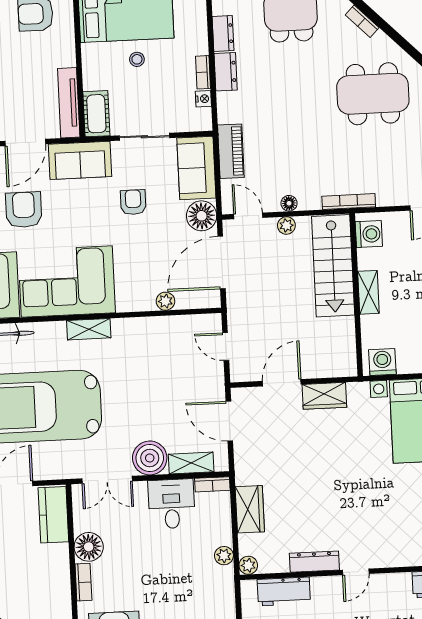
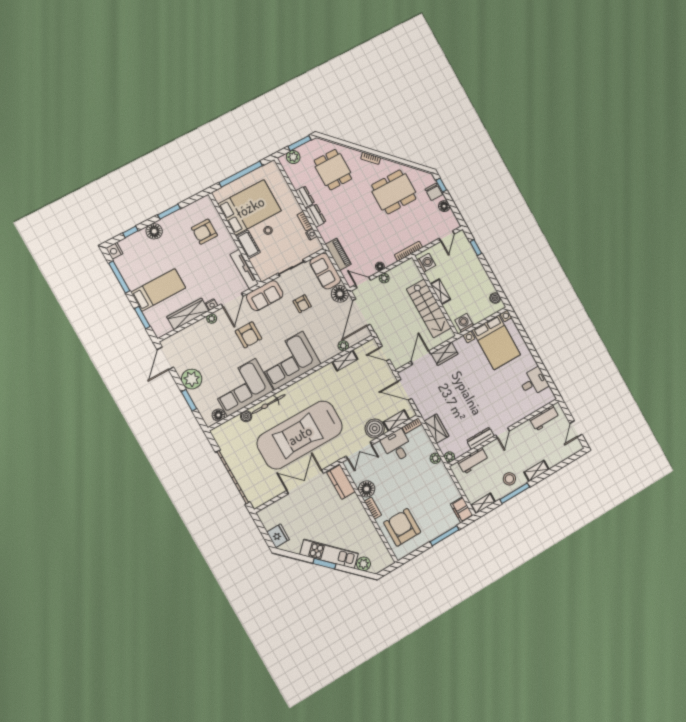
cot: (96, 114) -> (248, 244), moved
armchair: (133, 202) -> (302, 304), turned 180
armchair: (24, 210) -> (249, 335), turned 180
stairs: (333, 266) -> (429, 309), moved
shelving: (89, 329) -> (345, 360), moved

